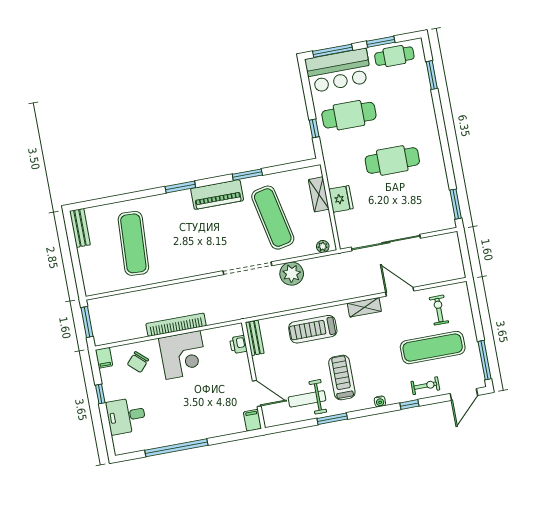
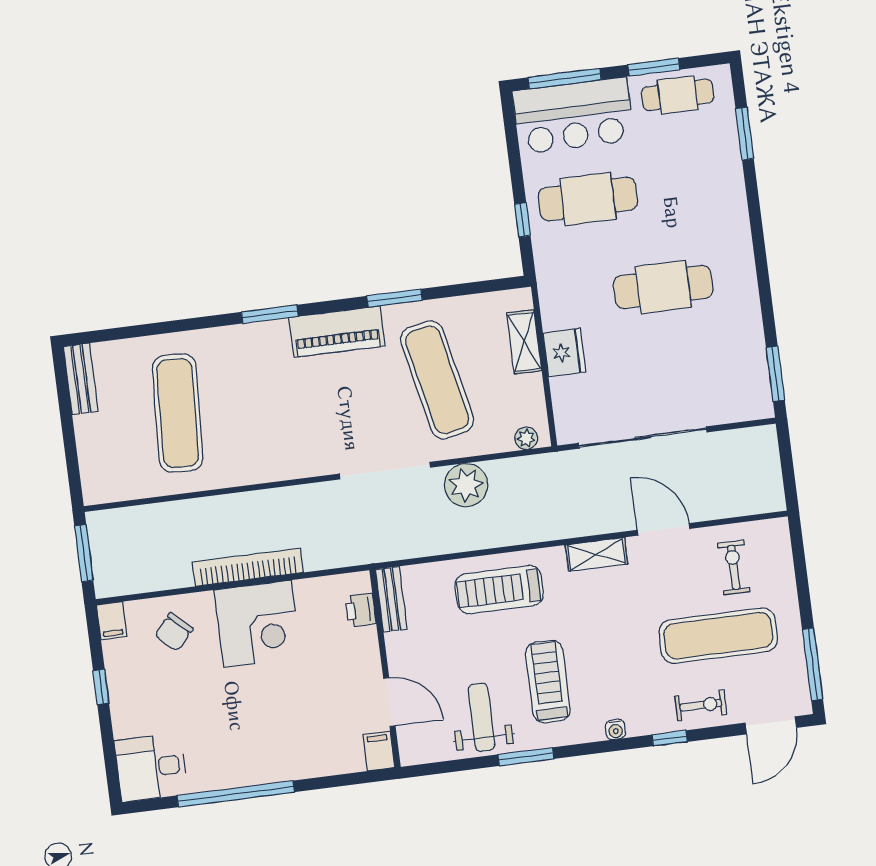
weight bench: (307, 399) -> (481, 717), turned 90
desk: (126, 416) -> (151, 767), moved

